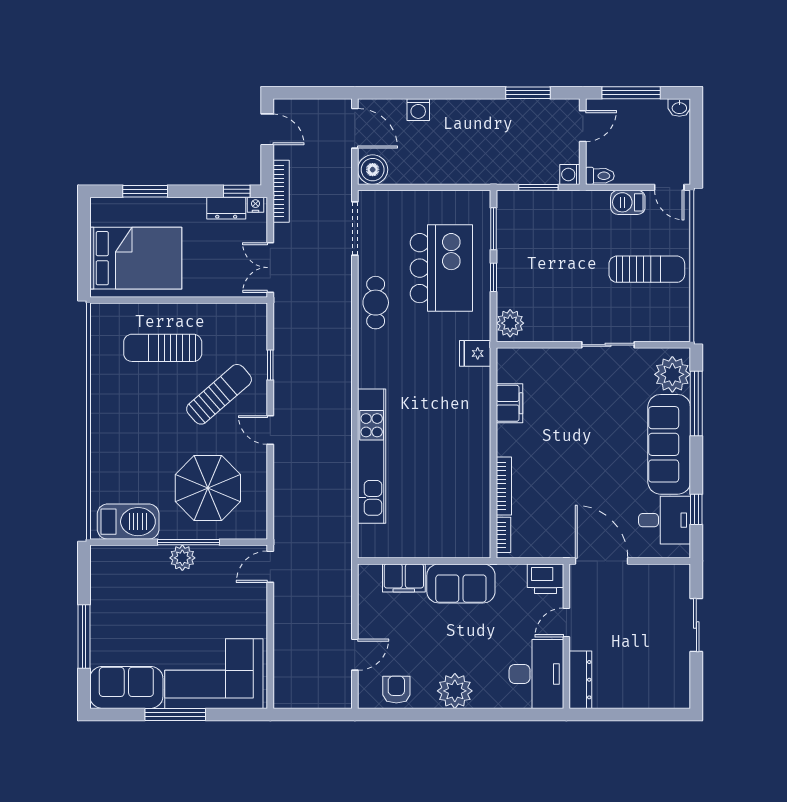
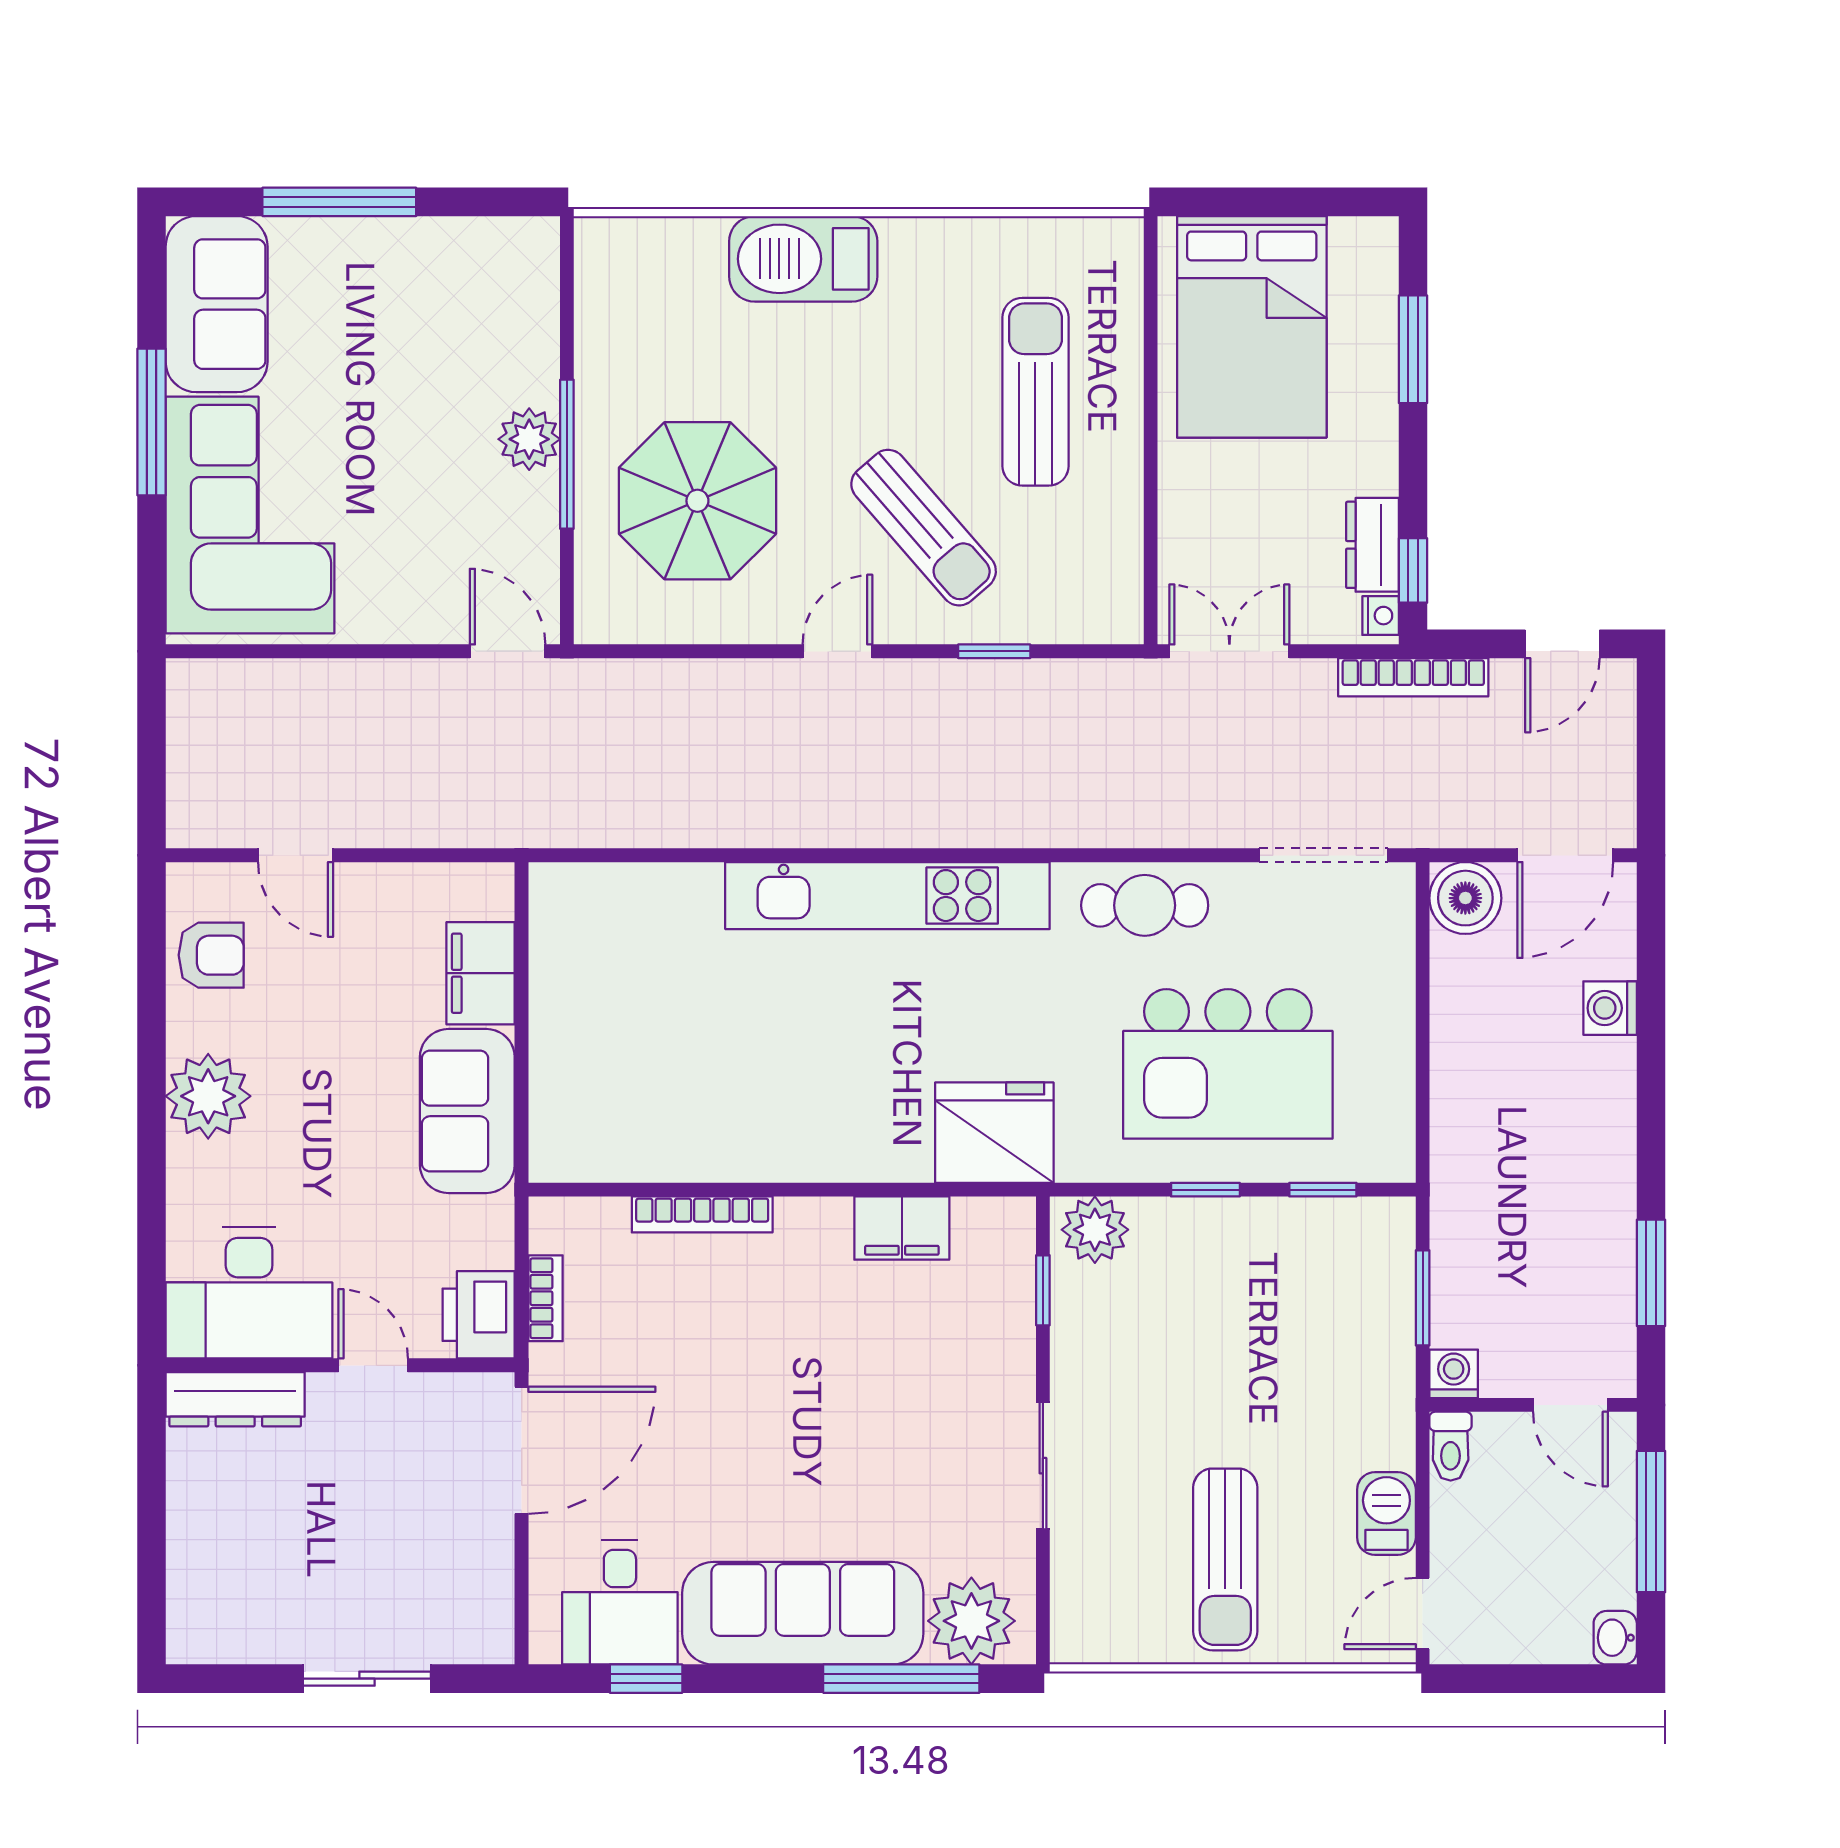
window: (494, 229) -> (1323, 1190), width x0.67
window: (535, 345) -> (1043, 1290), added
fridge: (475, 353) -> (994, 1133), width x1.88, depth x1.34
kitchen unit: (372, 456) -> (887, 896), moved
barbecue: (128, 522) -> (803, 259), moved, turned 90
bookcase: (503, 535) -> (546, 1298), moved, turned -90

